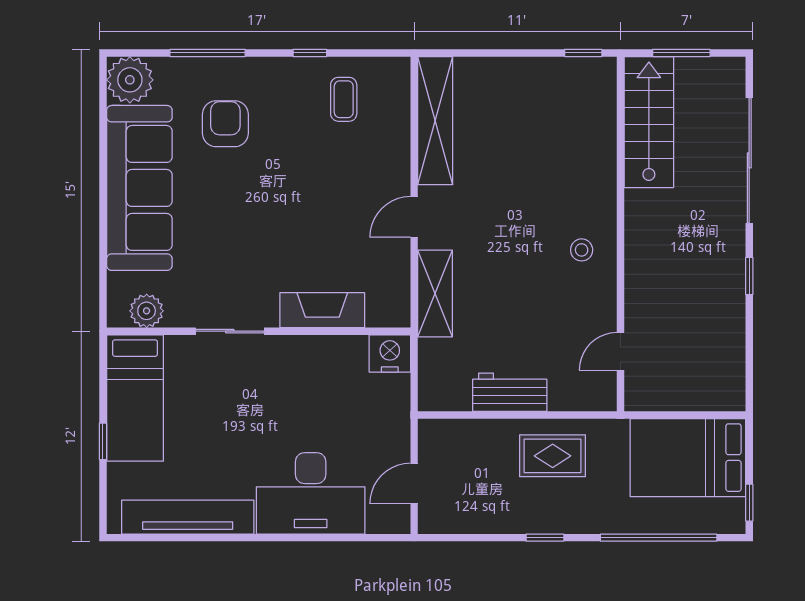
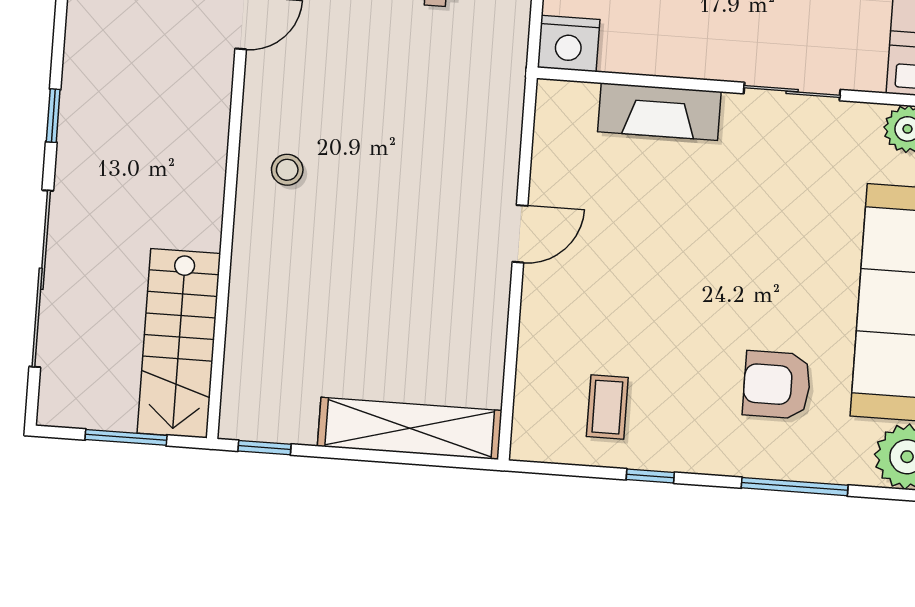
shelving: (435, 121) -> (410, 428), moved, turned 90
armchair: (225, 124) -> (777, 385), turned 90
shelving: (435, 293) -> (498, 123), removed

